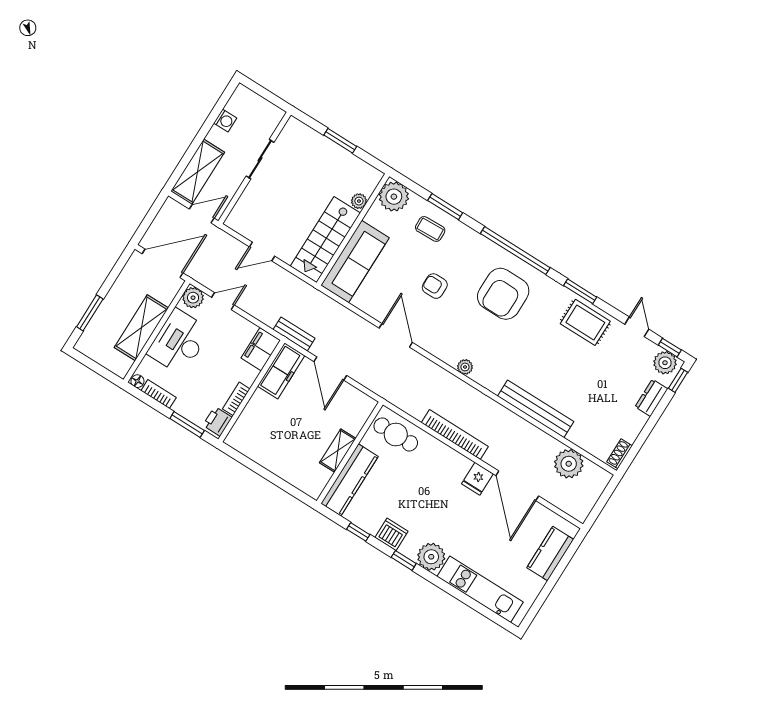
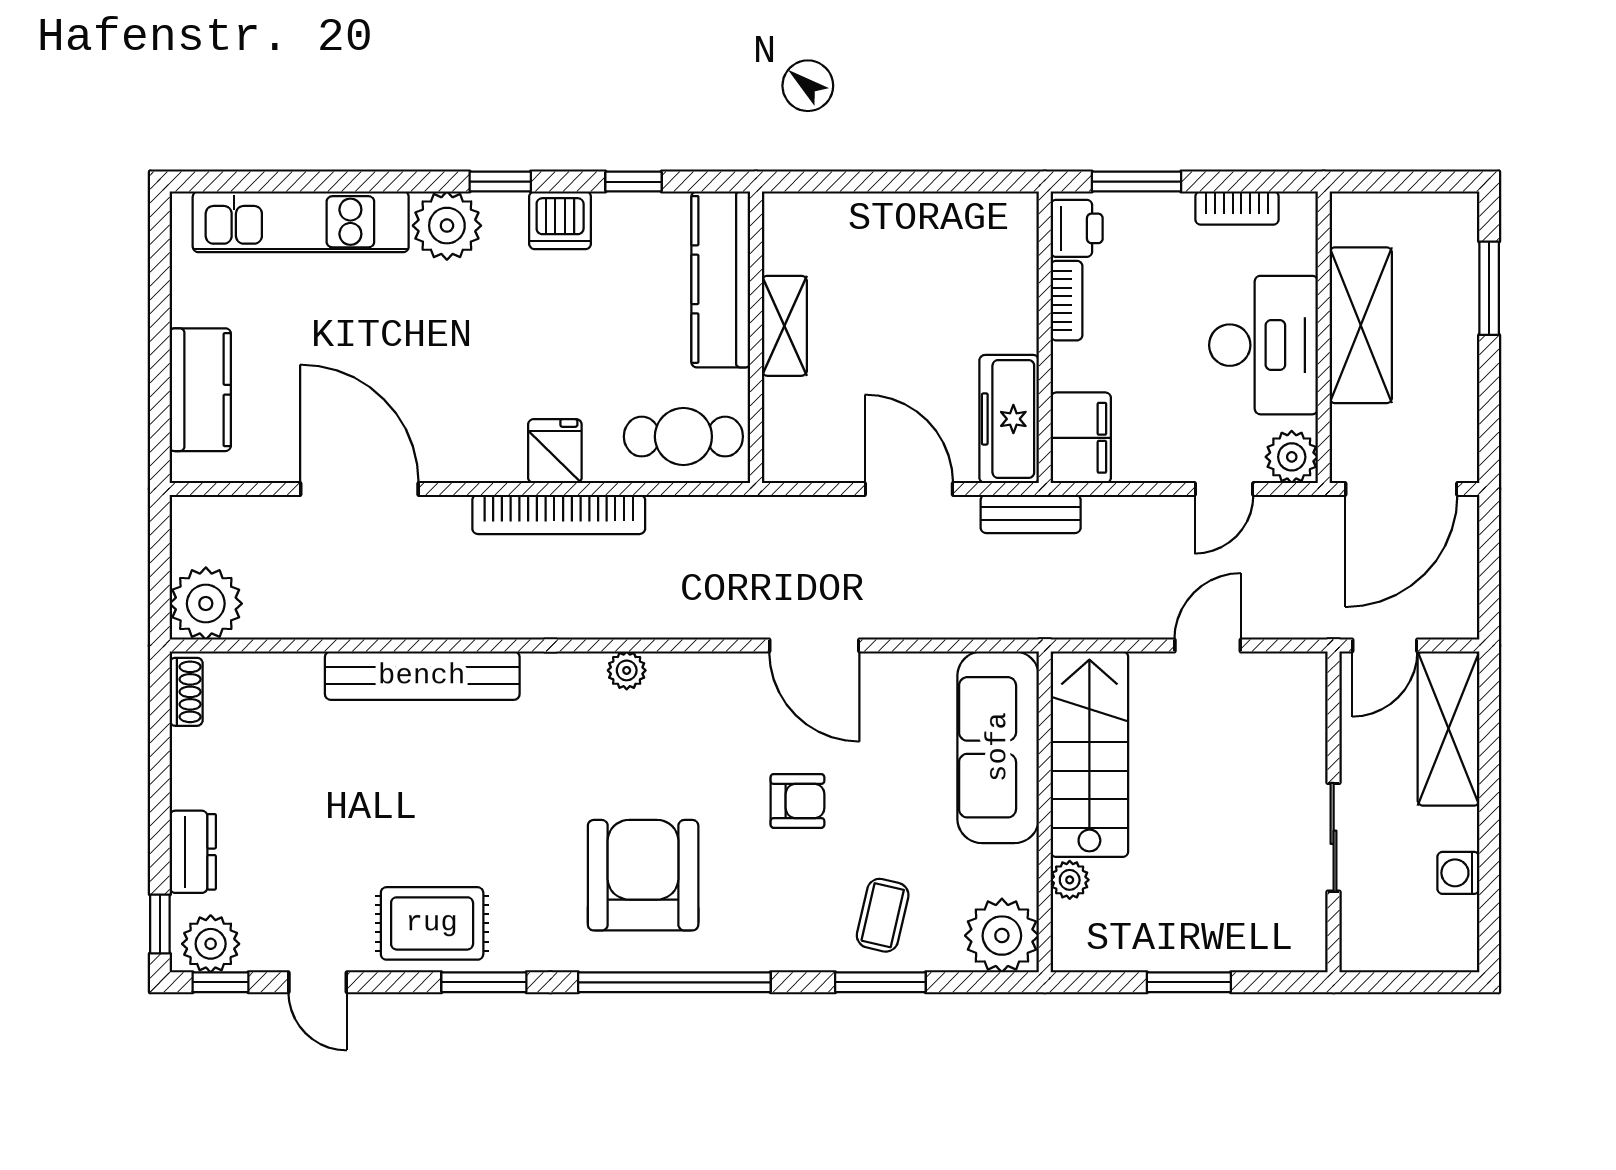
coffee table: (430, 229) -> (883, 915), turned -75
floor lamp: (137, 381) -> (1299, 207), removed
plant: (569, 464) -> (206, 604), moved
fridge: (477, 479) -> (555, 451), moved

